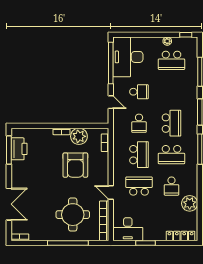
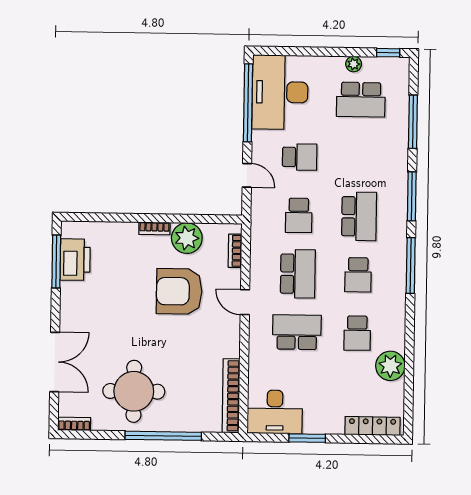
school desk: (171, 155) -> (358, 275), width x0.54
armchair: (75, 165) -> (179, 291), turned 90
door: (111, 193) -> (245, 302), moved
round table: (73, 215) -> (134, 391), moved

